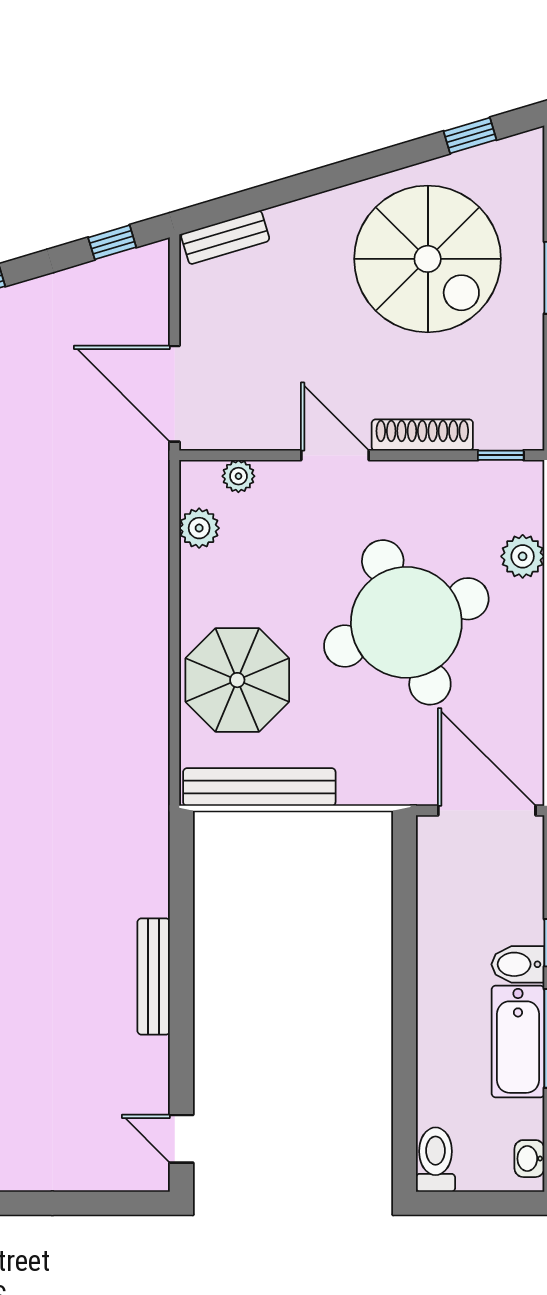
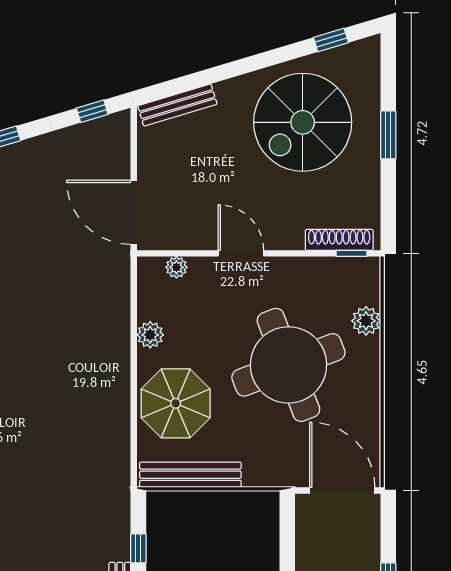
bench: (225, 237) -> (177, 105), width x1.36
spiral stairs: (428, 259) -> (303, 122), turned 90
shoe rack: (422, 435) -> (339, 240), moved
plant: (199, 528) -> (150, 335), moved
window: (181, 897) -> (138, 548), added

